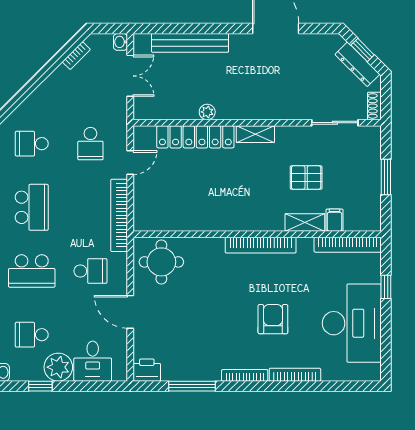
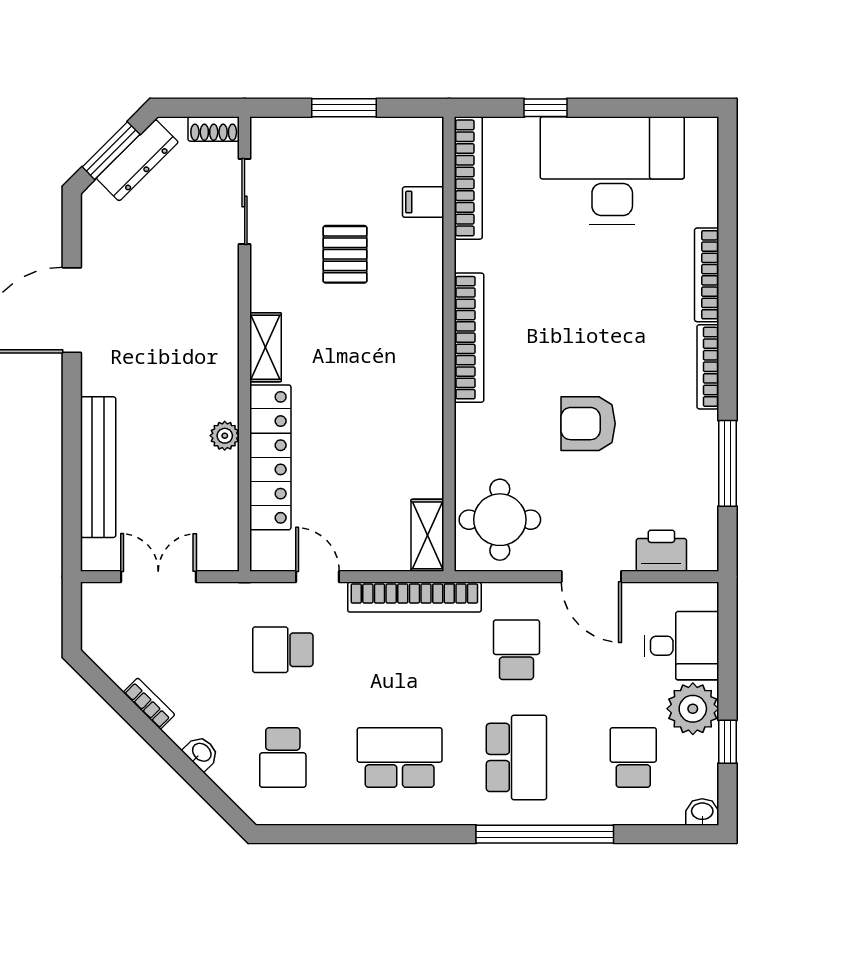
washbasin: (120, 42) -> (201, 753), moved, turned -135
window: (363, 50) -> (111, 151), width x1.50
bookcase: (76, 56) -> (149, 704), moved
school desk: (90, 144) -> (283, 650), turned 180
shelving: (305, 222) -> (427, 535), moved
door: (130, 312) -> (591, 577), hinge flipped
armchair: (273, 319) -> (588, 424), moved
school desk: (32, 335) -> (633, 757), turned 180
printer: (147, 370) -> (661, 551), moved, turned 90

